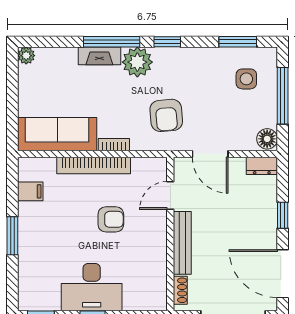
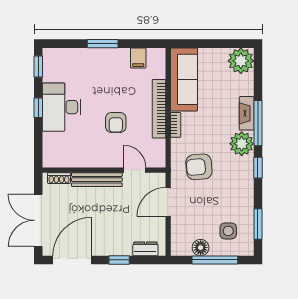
plant: (26, 56) -> (241, 61), width x1.88, depth x1.88
floor lamp: (267, 139) -> (201, 248), moved
dresser: (262, 166) -> (145, 249), moved, turned 90

